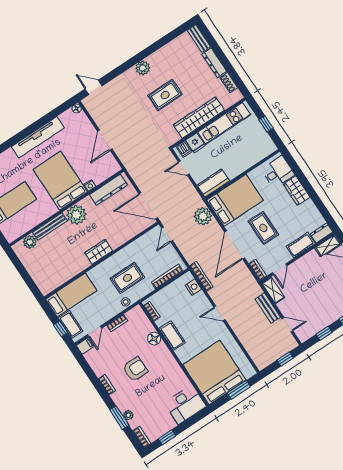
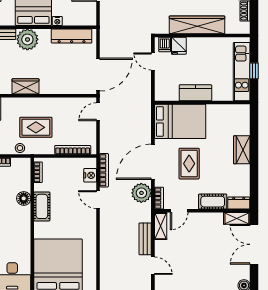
kitchen unit: (224, 123) -> (242, 72), moved, turned 90
desk: (278, 172) -> (236, 122), removed
kitchen counter: (213, 183) -> (195, 93), moved
door: (148, 206) -> (98, 75), swing flipped
plant: (203, 216) -> (141, 193), moved
door: (219, 313) -> (98, 200), moved

